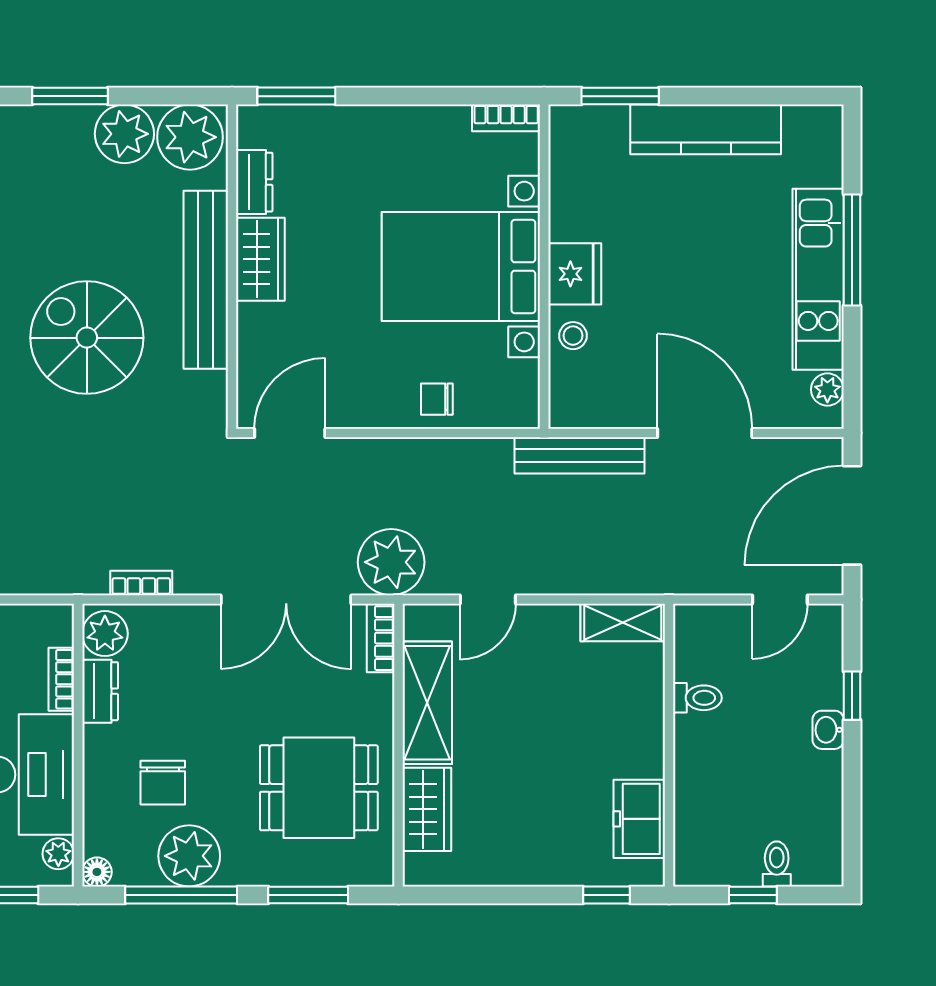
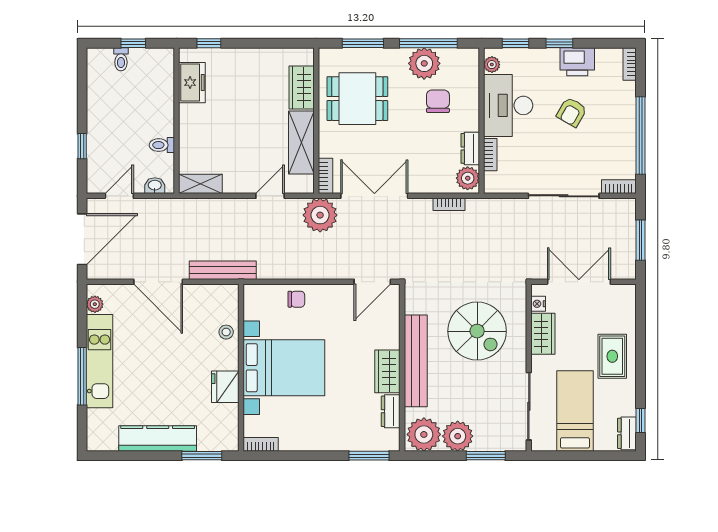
fridge: (575, 274) -> (225, 387), moved
washbasin: (828, 730) -> (155, 186), moved, turned -90
floor lamp: (97, 872) -> (472, 55), removed

